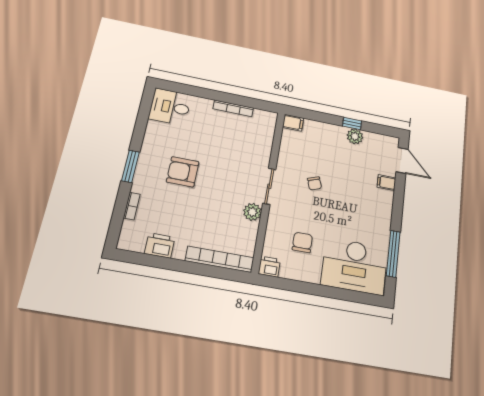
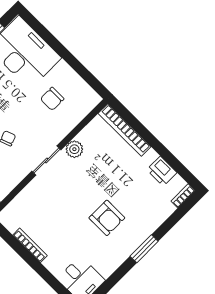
bookcase: (132, 206) -> (183, 196), moved
printer: (269, 267) -> (91, 98), removed

